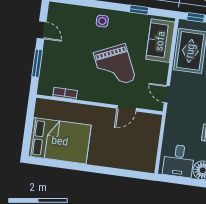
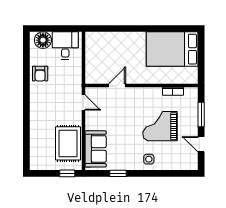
grand piano: (115, 66) -> (160, 126), moved, turned -66

